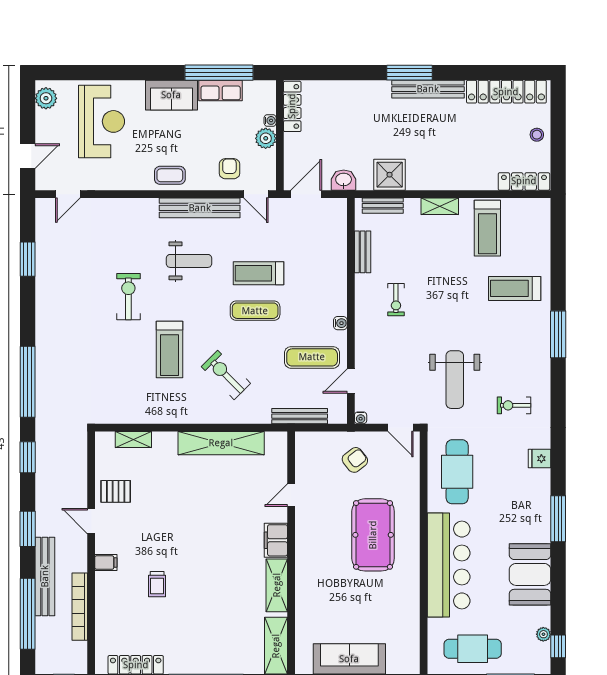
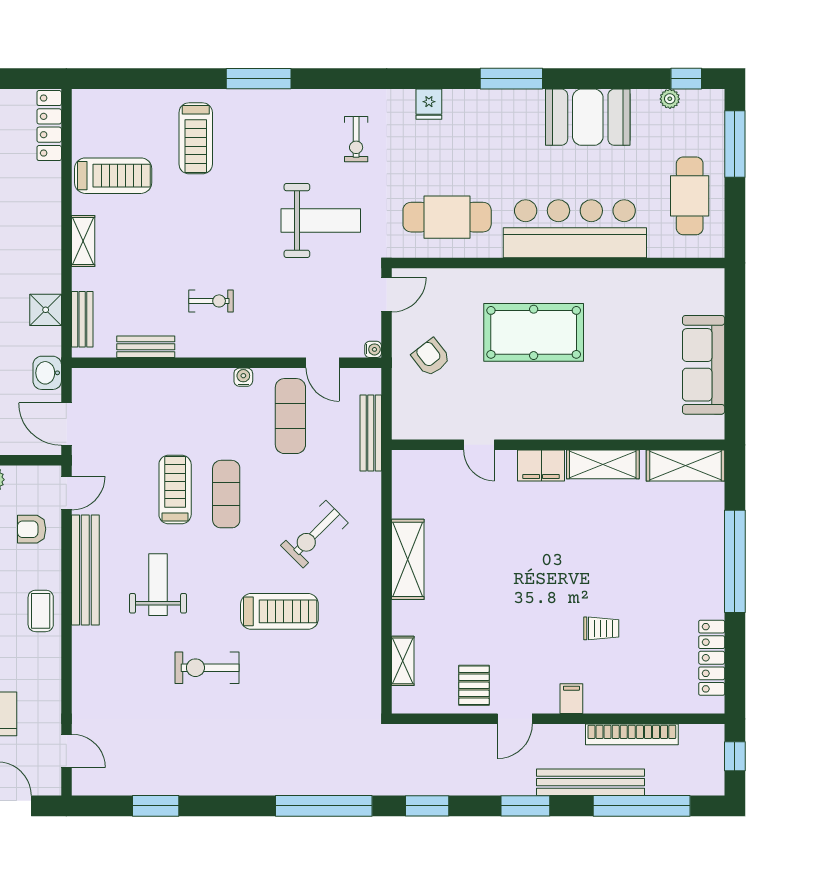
shower: (390, 175) -> (46, 310), width x0.73, depth x0.73
treadmill: (258, 273) -> (175, 489), turned 180
shelving: (221, 443) -> (408, 559), width x0.68

